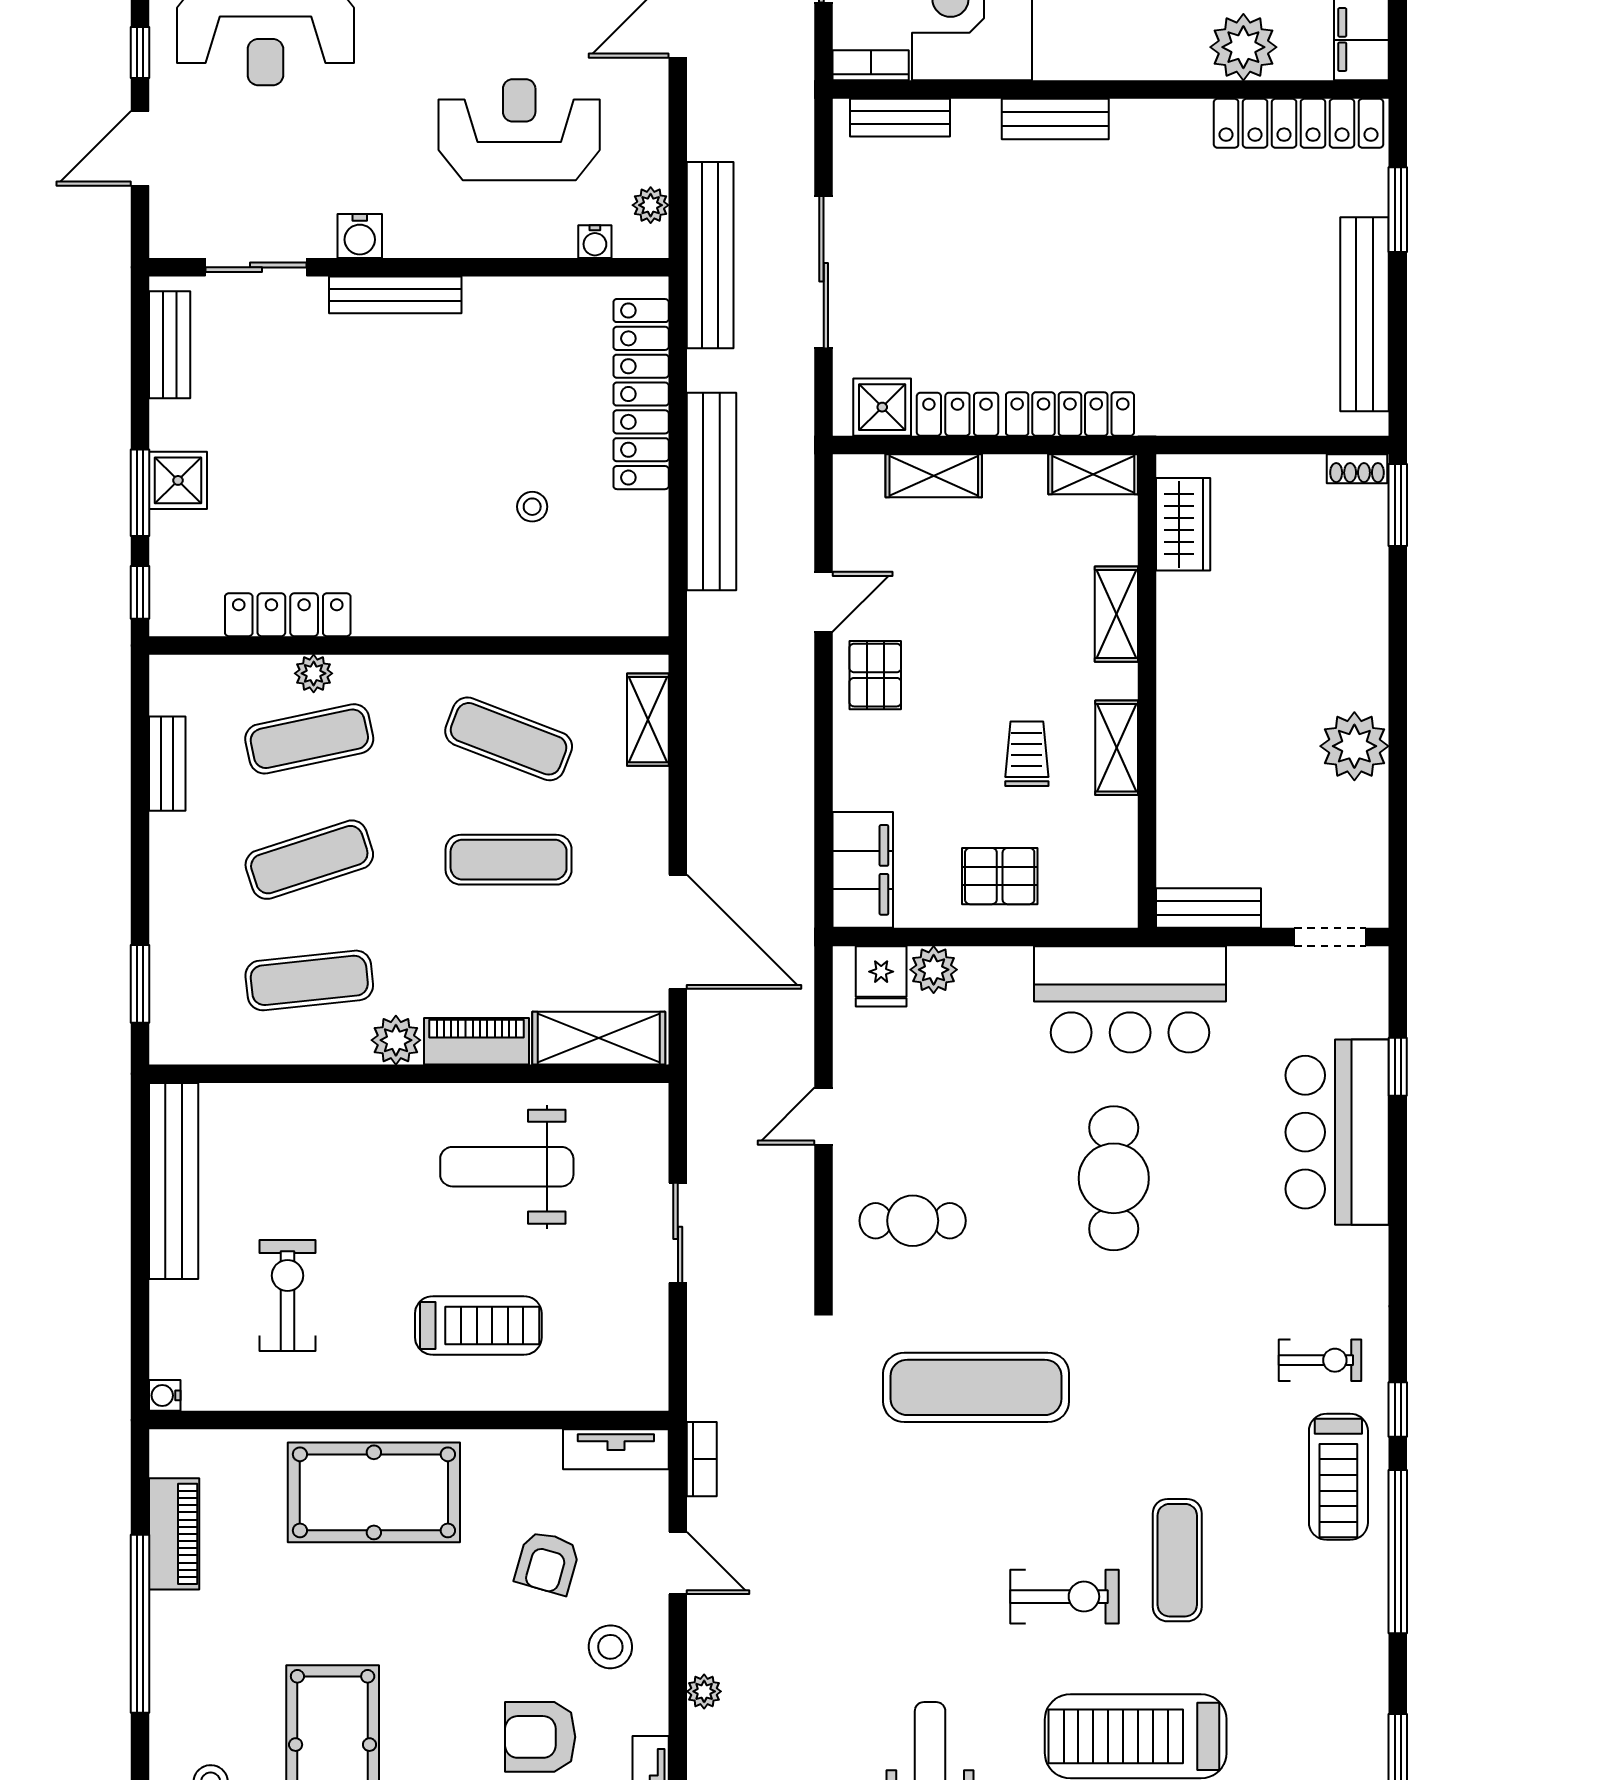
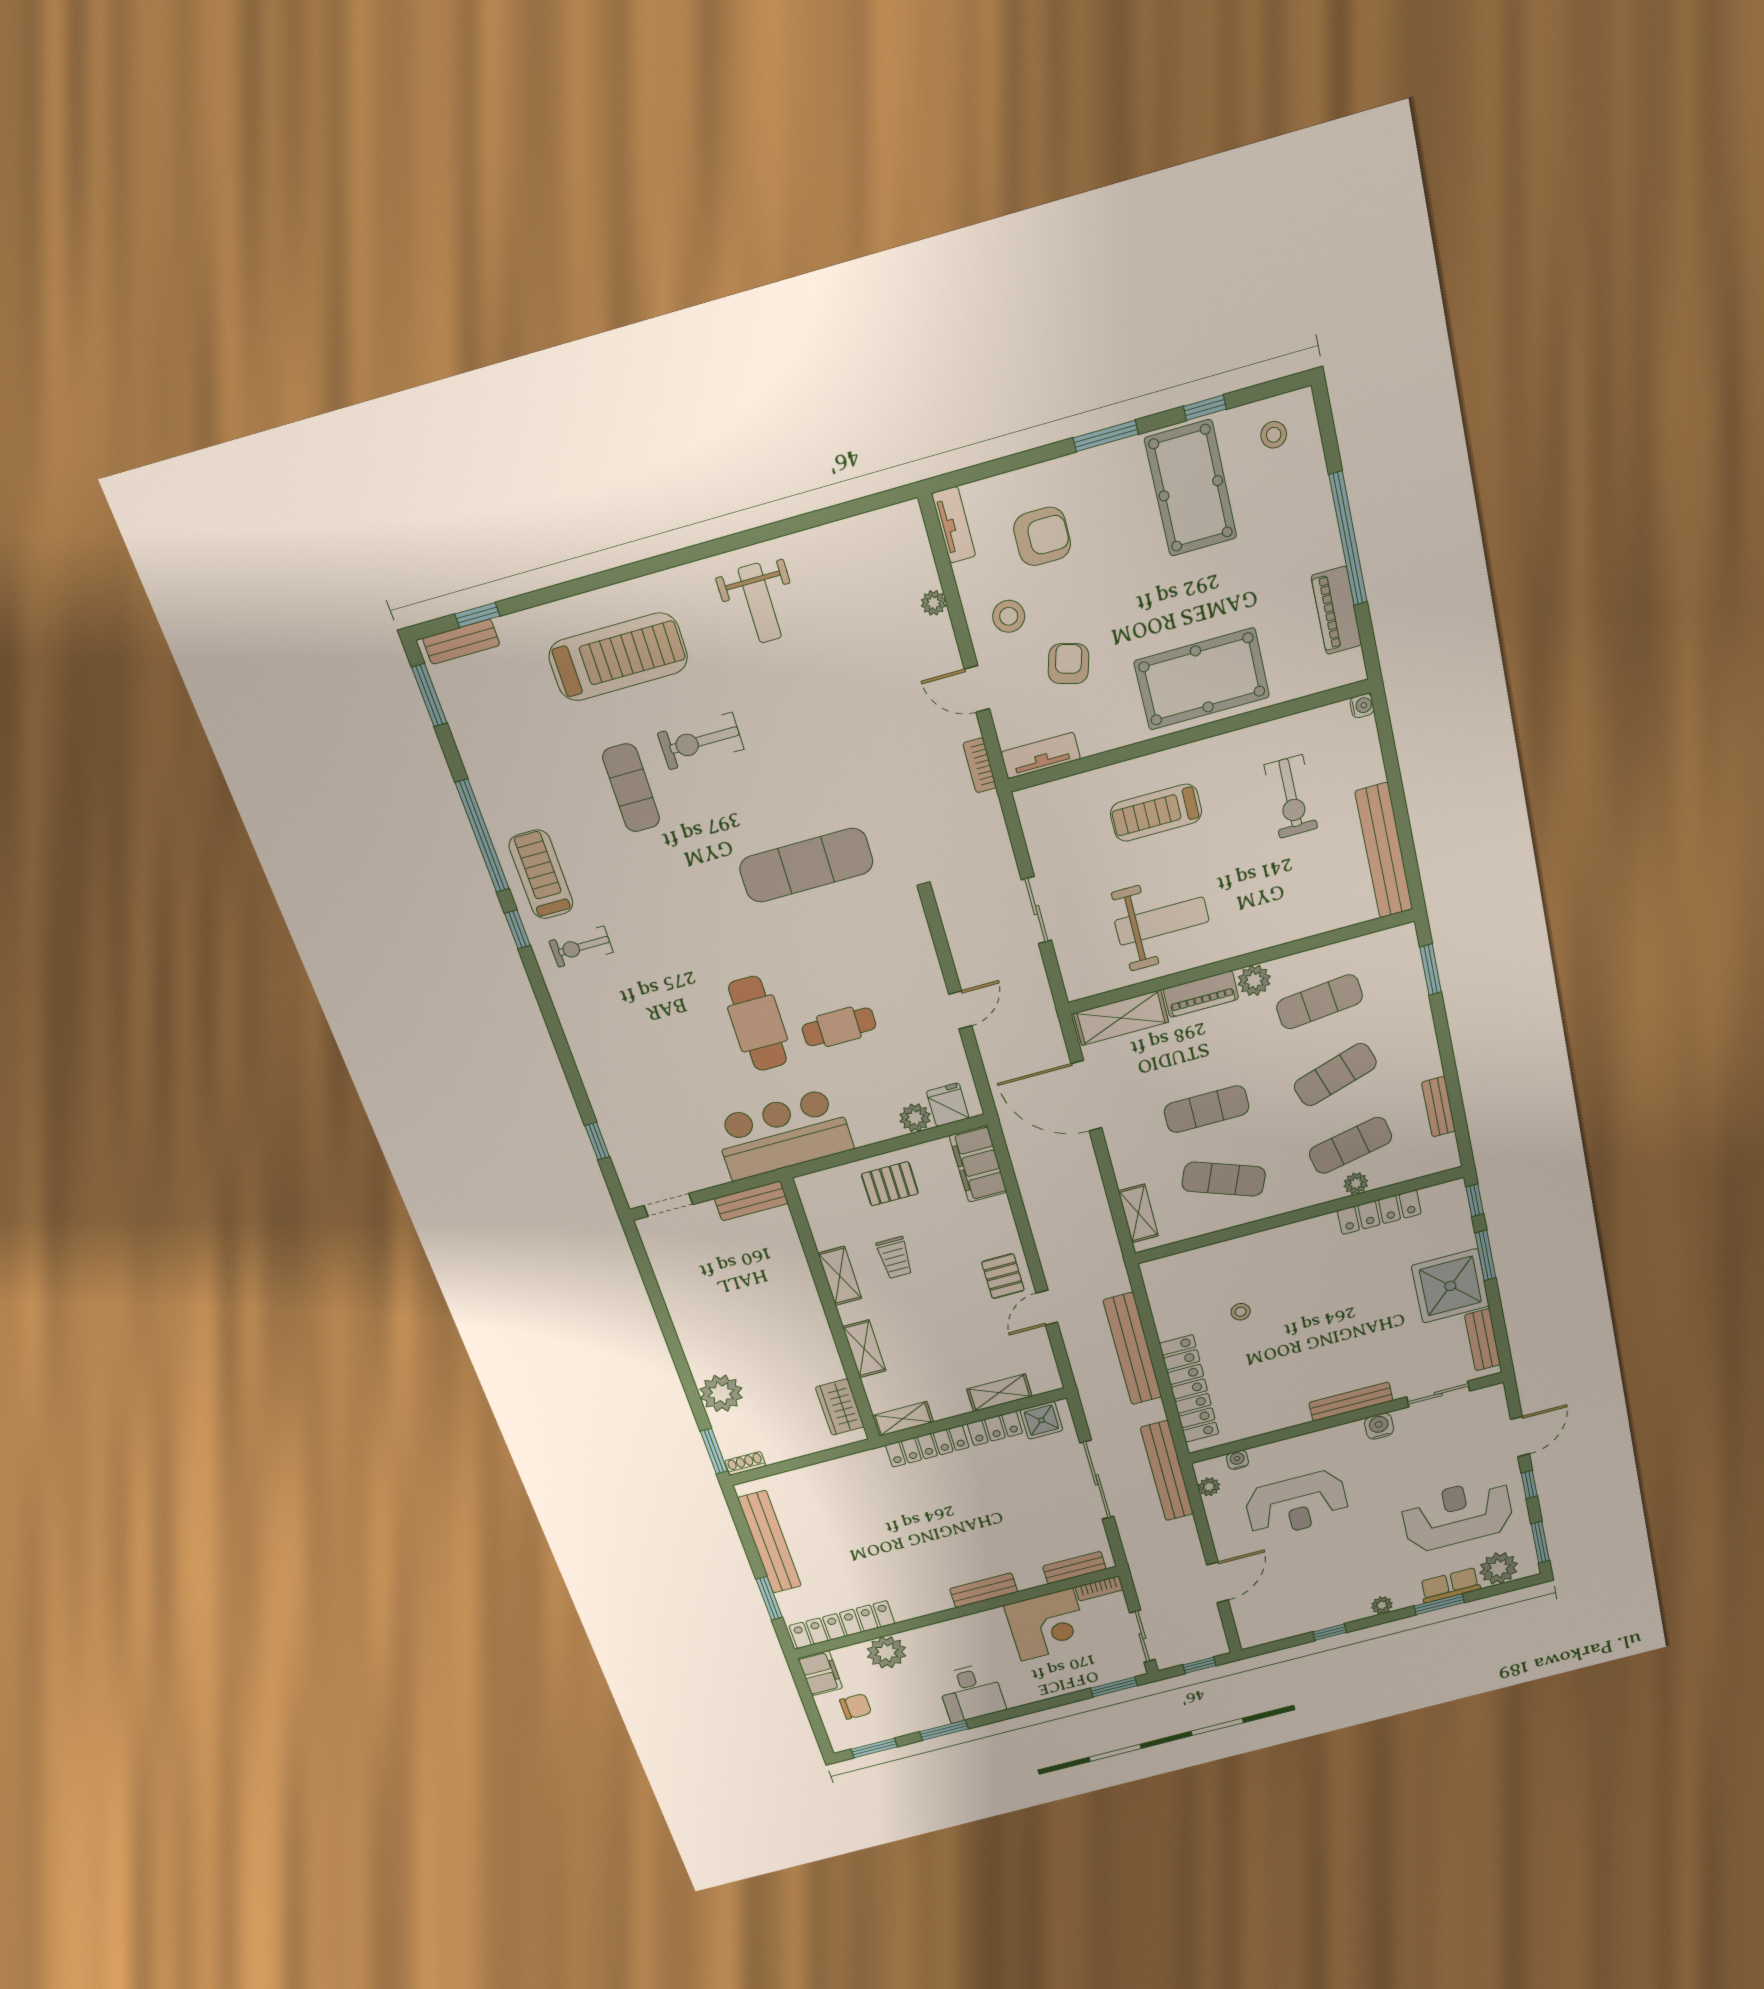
shower: (178, 480) -> (1450, 1286), width x1.86, depth x1.86
plant: (1354, 746) -> (721, 1393), moved
bar counter: (1337, 1132) -> (622, 1091), removed
cafe table: (913, 1221) -> (839, 1027), moved

